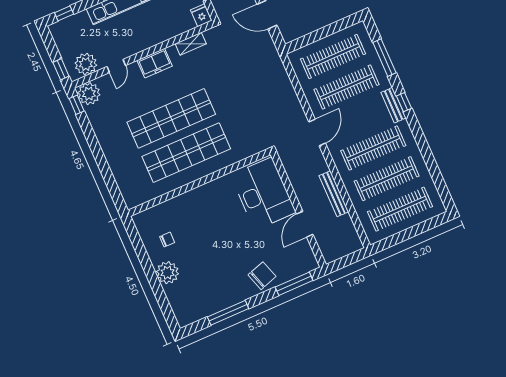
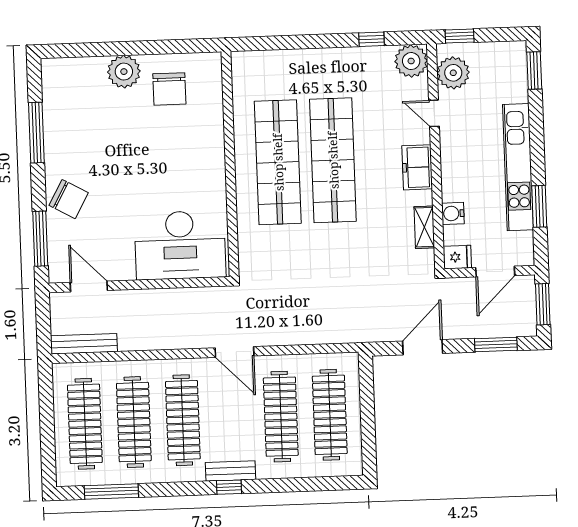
window: (64, 13) -> (534, 71), width x1.50
water cooler: (175, 29) -> (453, 213), added
window: (384, 58) -> (111, 491), moved
window: (77, 105) -> (371, 39), moved
bench: (334, 194) -> (84, 344), moved
door: (305, 224) -> (89, 286), moved
chair: (167, 240) -> (169, 89), width x1.87, depth x1.87
chair: (262, 276) -> (69, 199), turned -43

